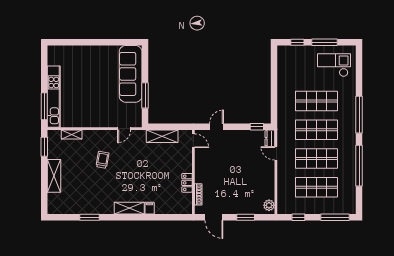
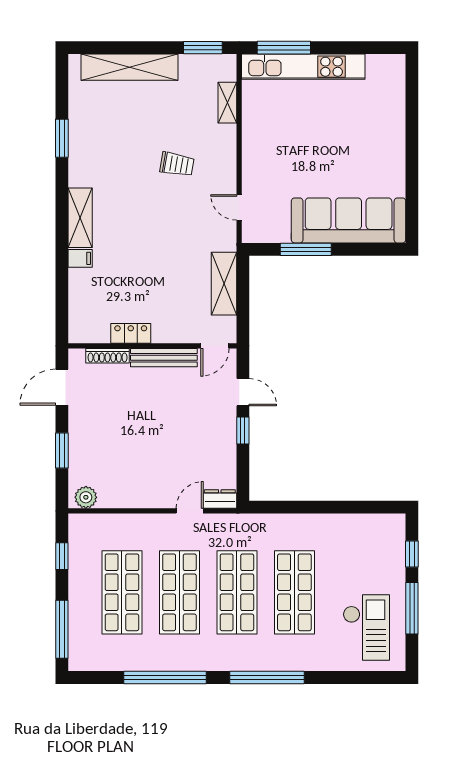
window: (257, 127) -> (243, 430), moved
bench: (199, 166) -> (164, 358), added
shelving: (54, 176) -> (129, 67), width x1.47

